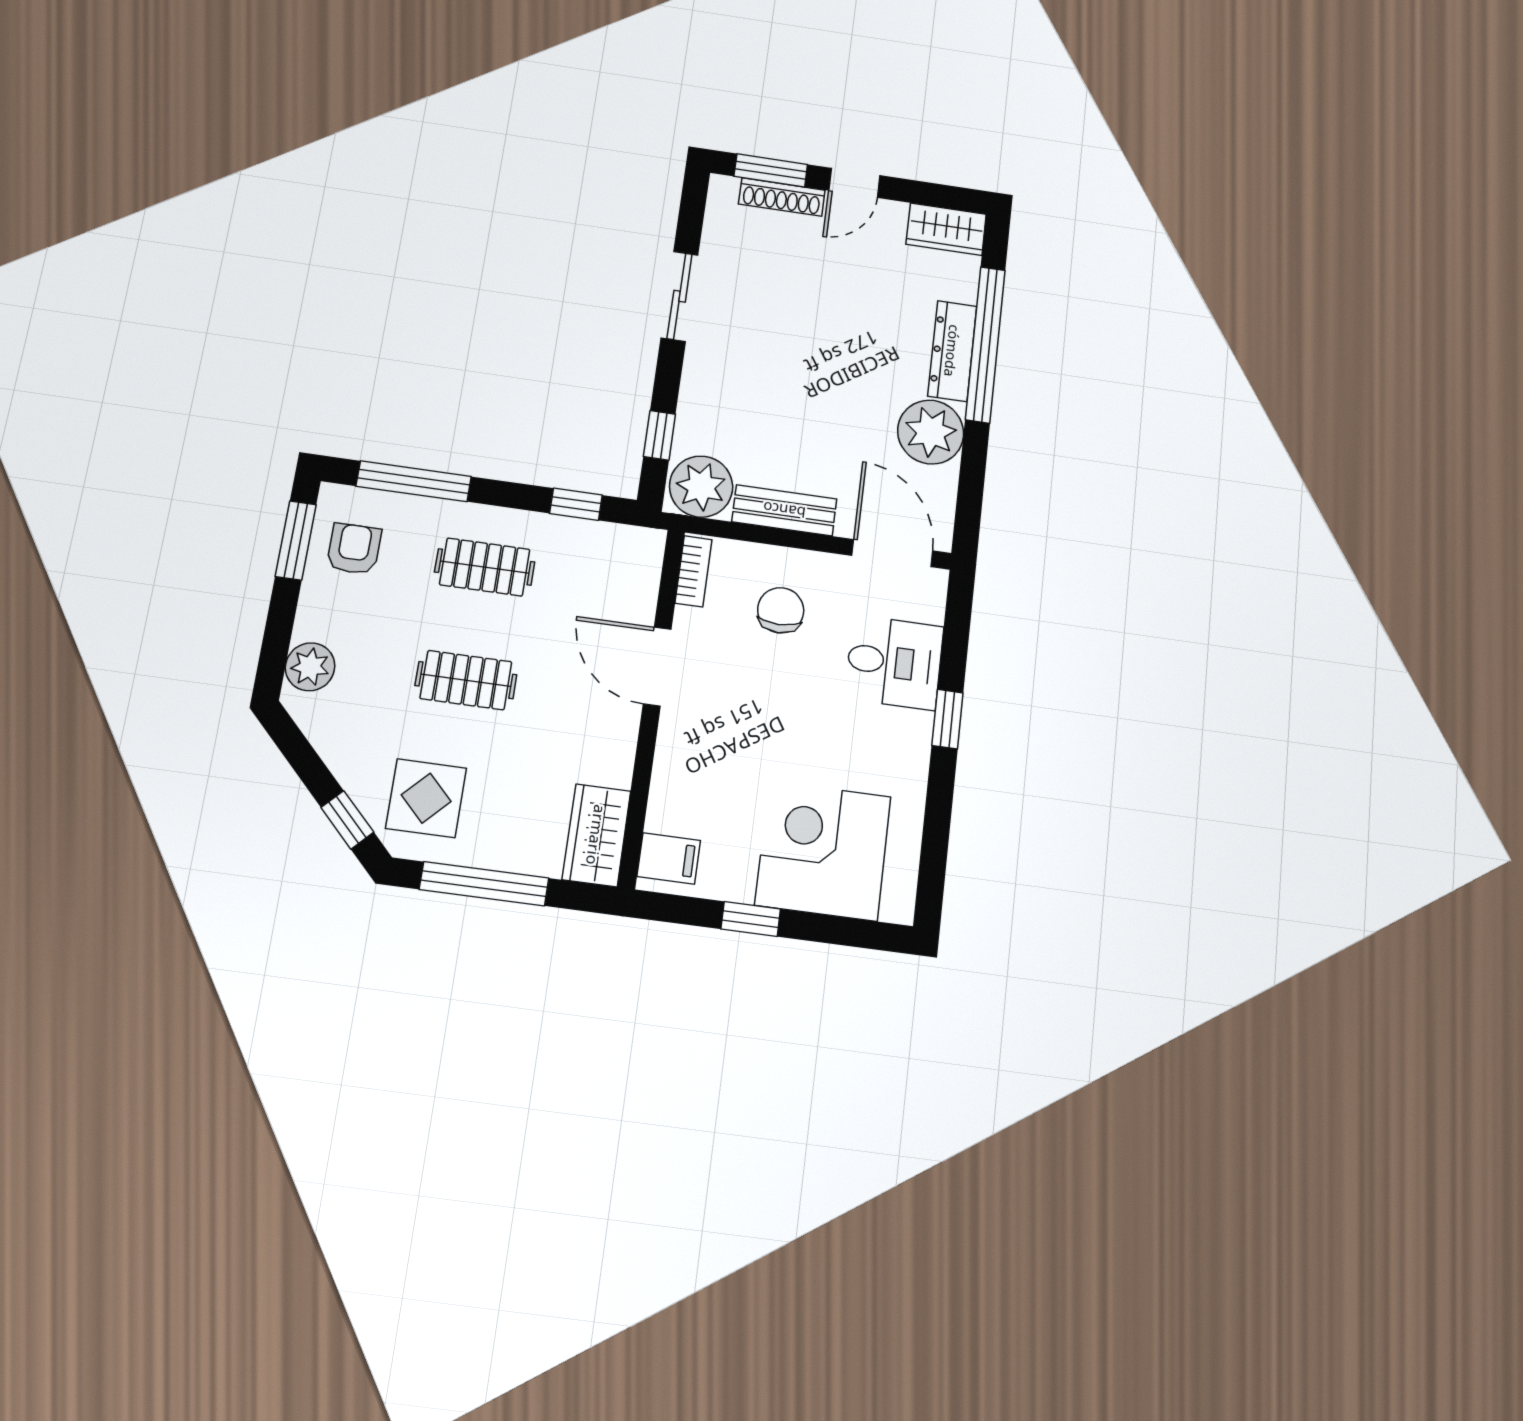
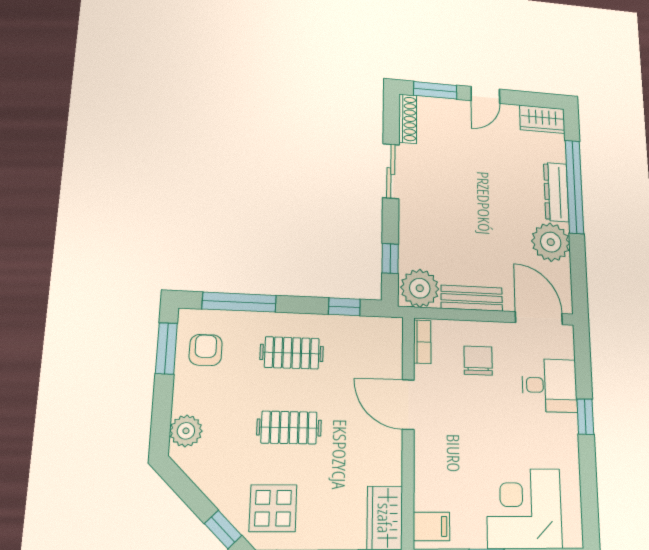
shoe rack: (782, 197) -> (408, 119), moved, turned -90

